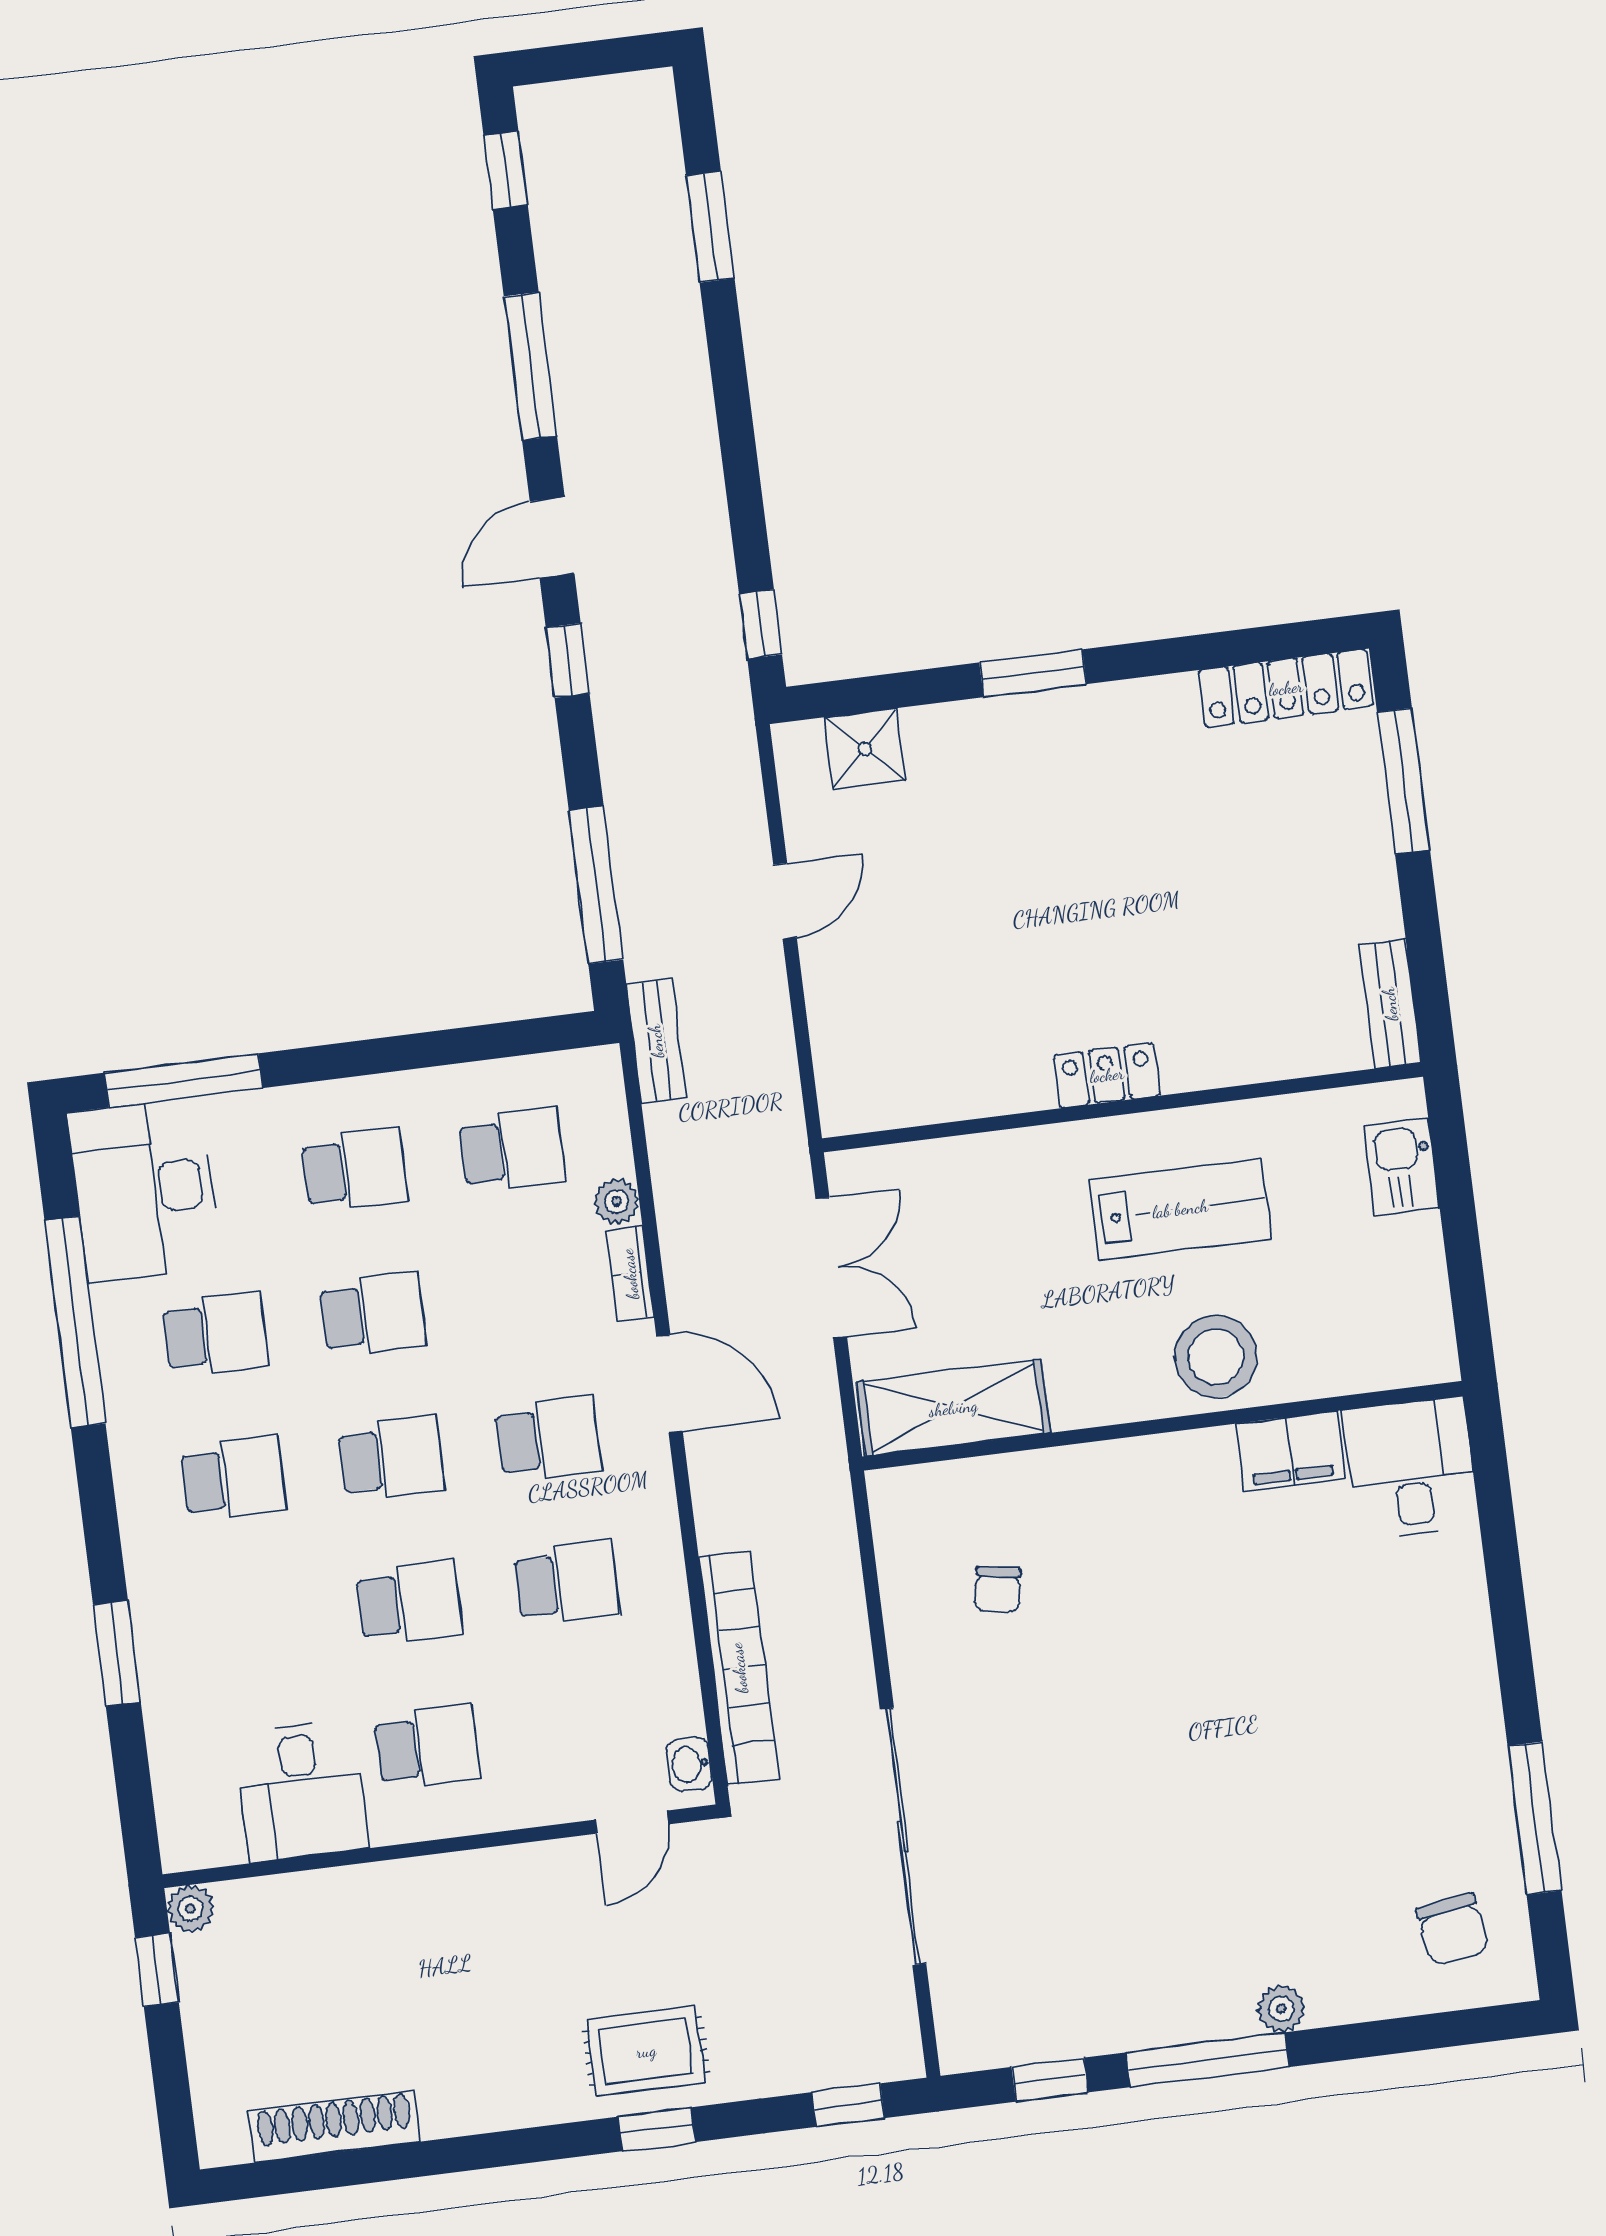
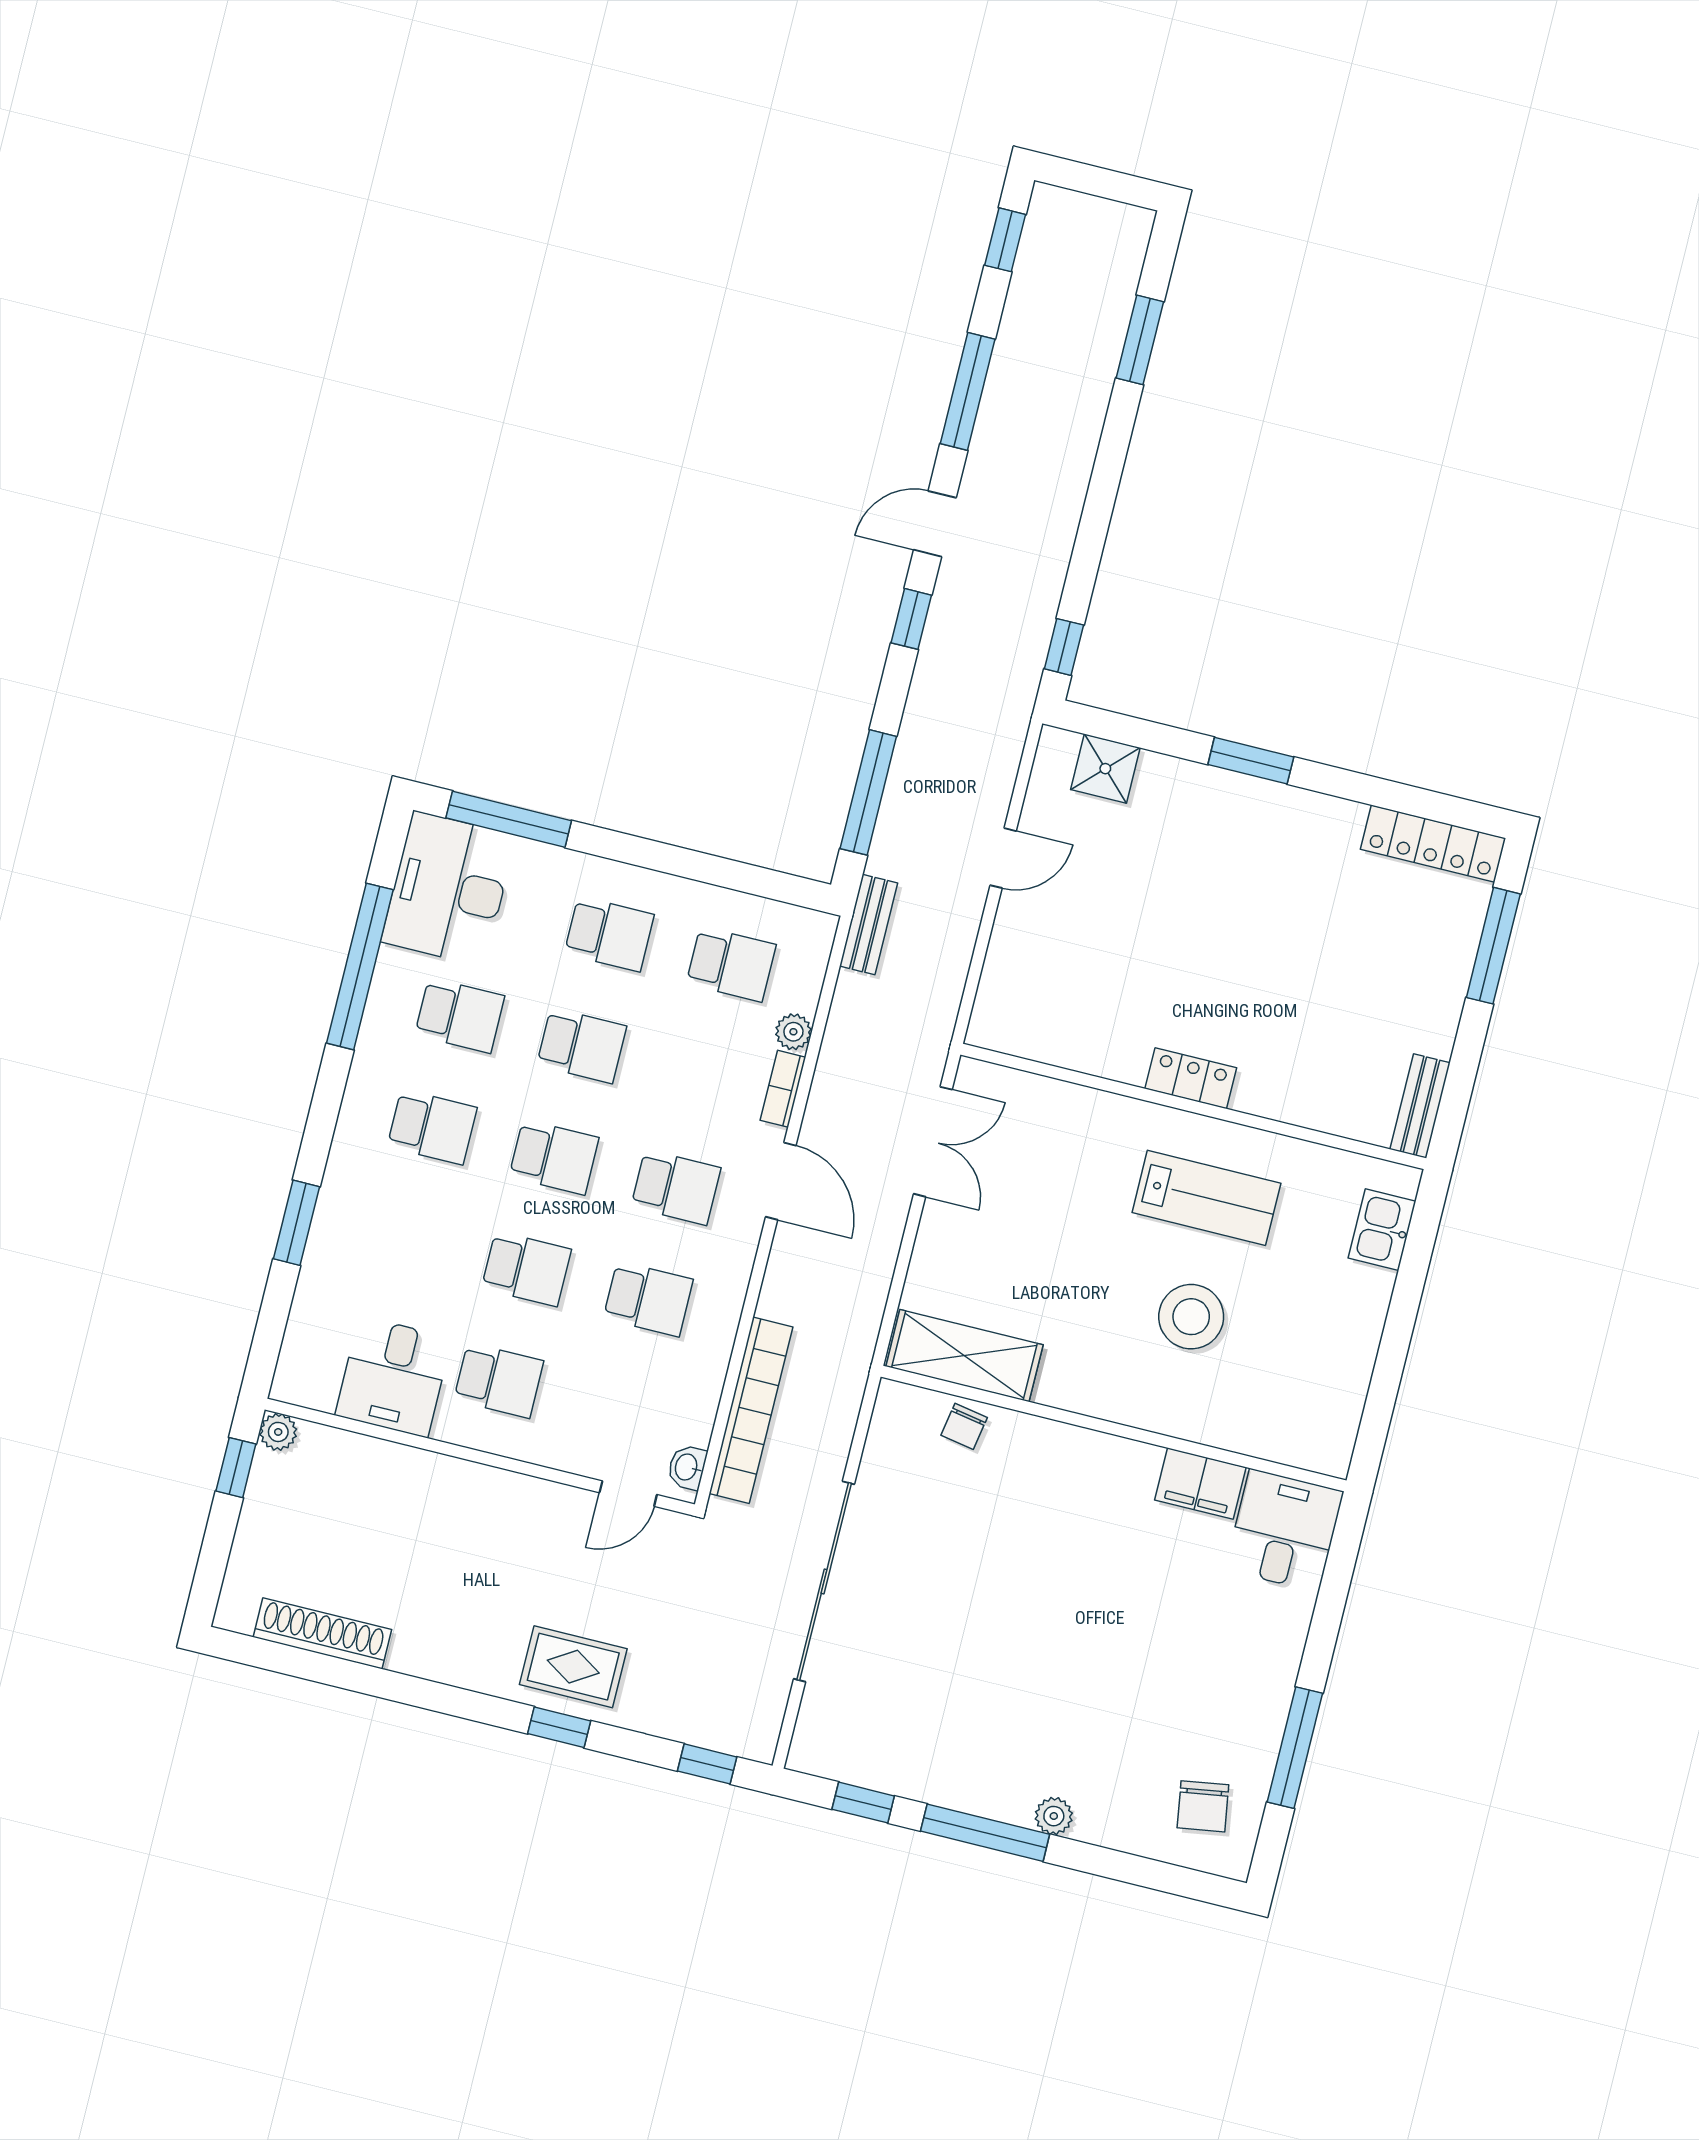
shelving: (953, 1408) -> (964, 1356), moved
wall: (1163, 1426) -> (1114, 1429), moved
filing cabinet: (1290, 1451) -> (1200, 1484), moved
desk: (1411, 1468) -> (1284, 1531), moved

